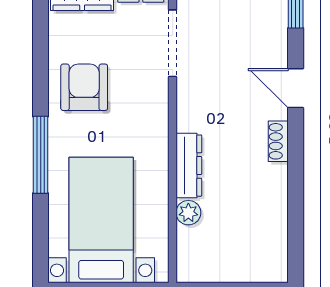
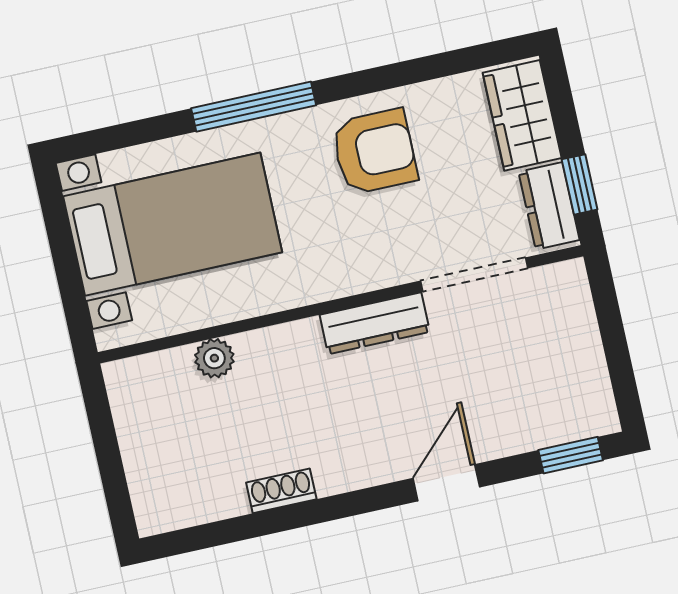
shoe rack: (278, 141) -> (281, 491), moved
dresser: (189, 166) -> (375, 323), moved

